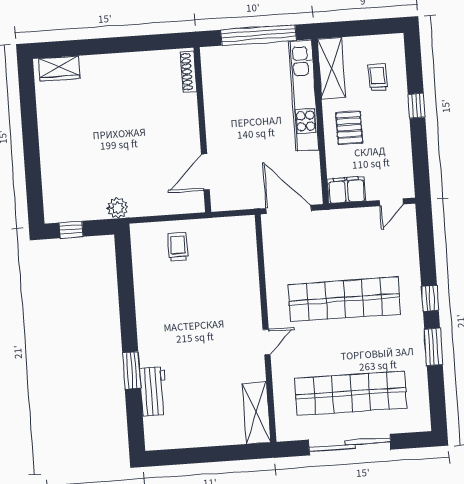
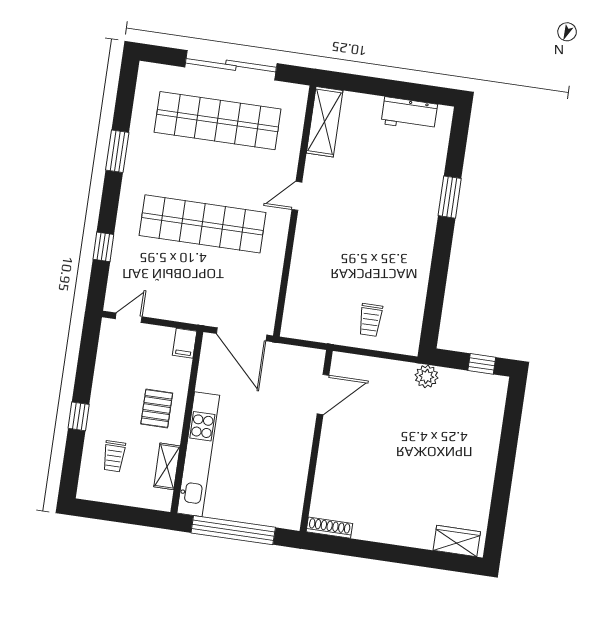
shelving: (331, 68) -> (167, 466), width x0.67, depth x0.75
shoe rack: (189, 72) -> (329, 528), moved, turned -90
filing cabinet: (347, 190) -> (185, 343), width x0.50
window: (430, 298) -> (103, 247), moved
workbench: (153, 391) -> (409, 114), moved, turned -90

